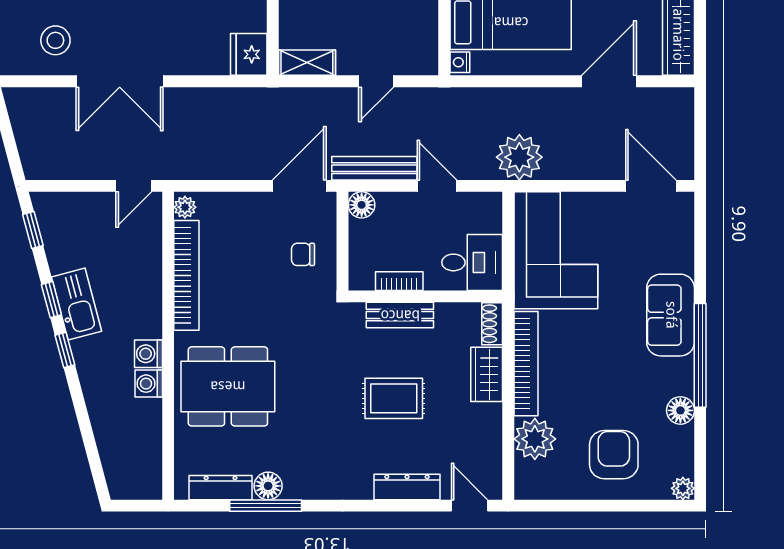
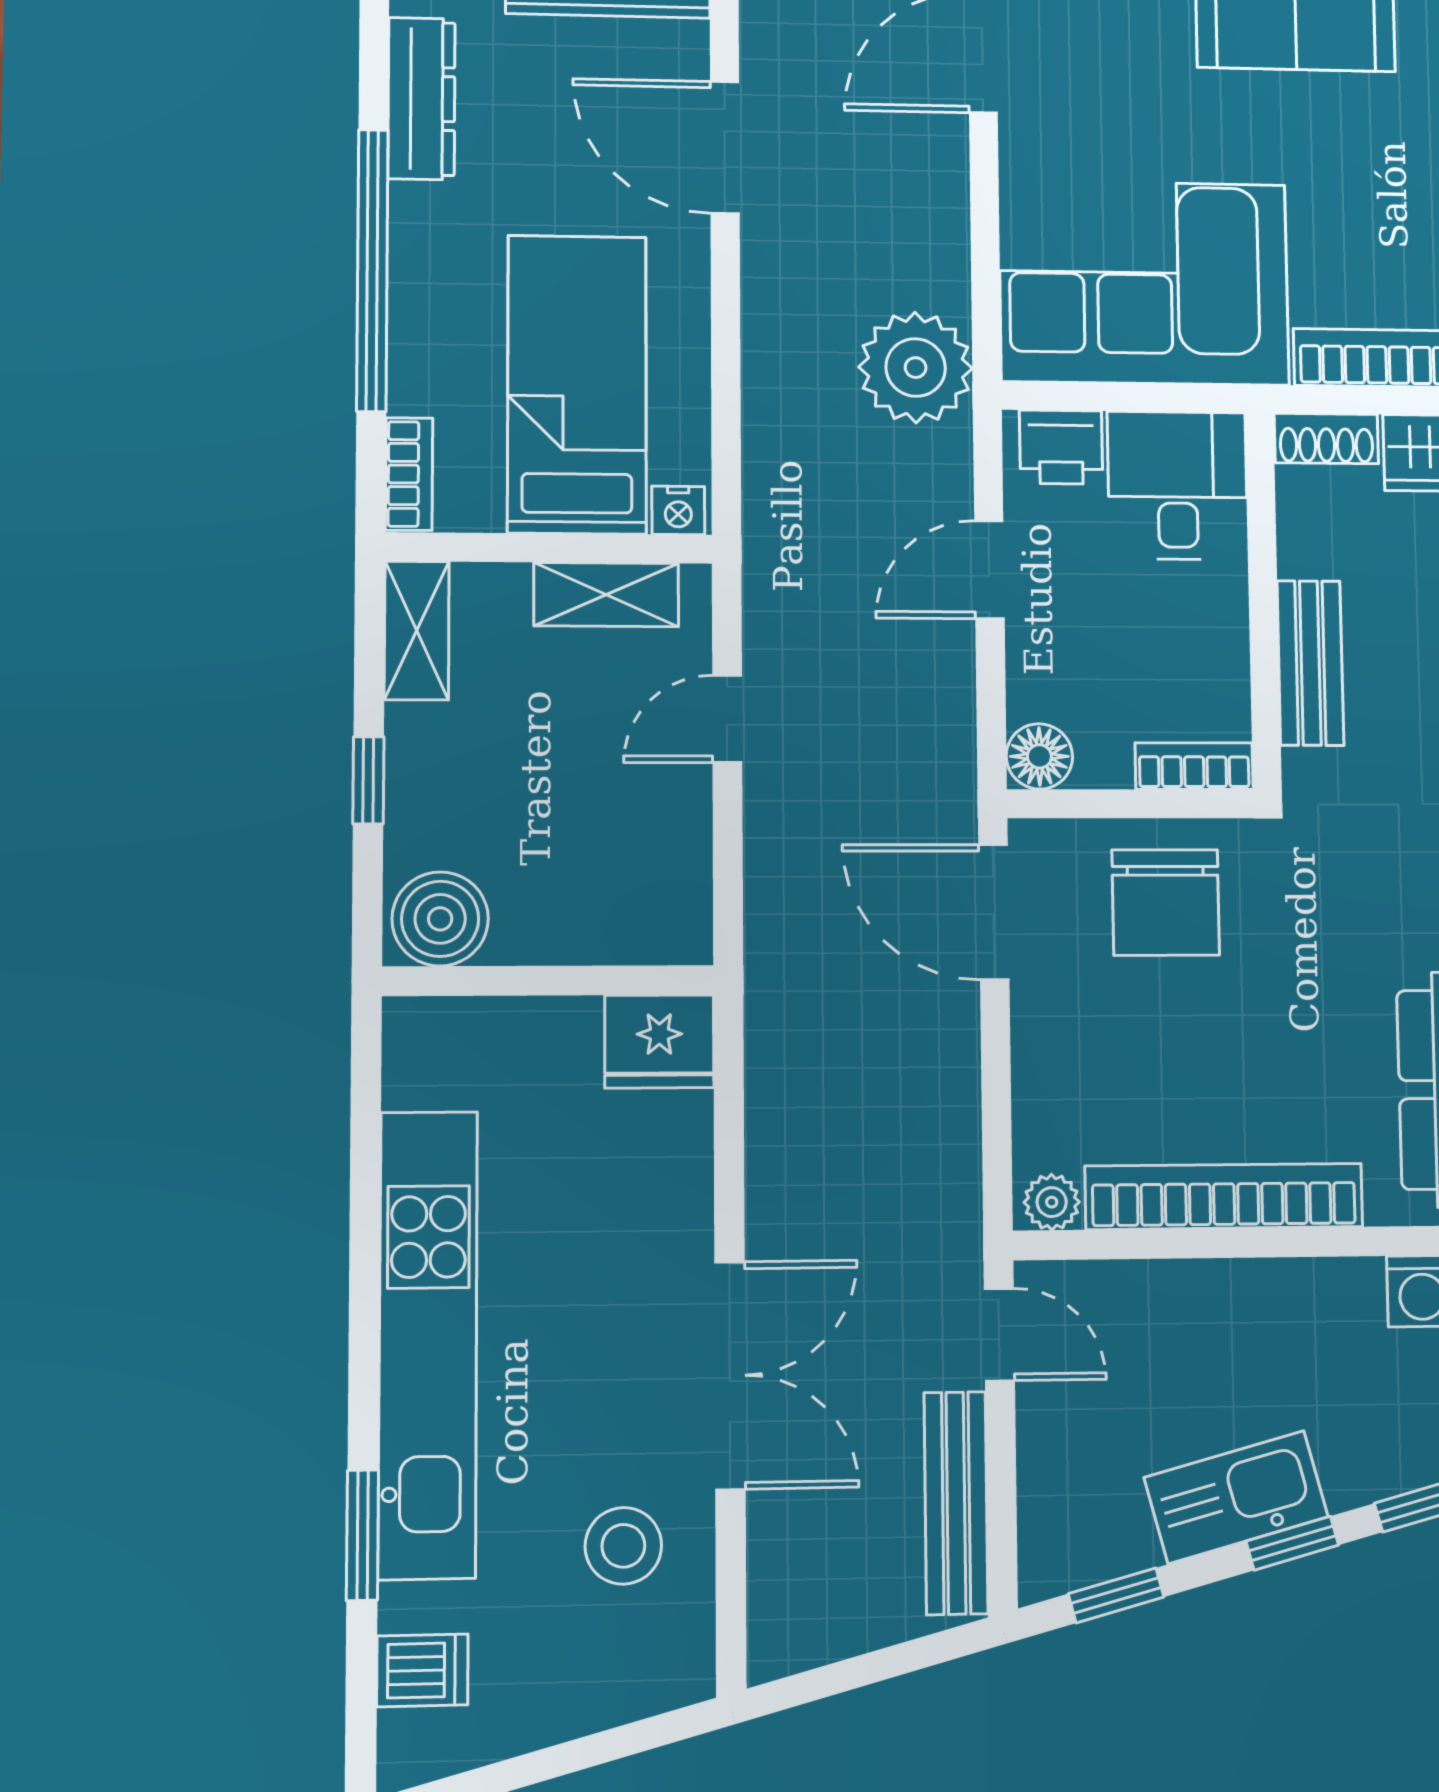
shelving: (307, 63) -> (606, 595), moved, turned 90
door: (376, 81) -> (727, 719), swing flipped
bench: (374, 168) -> (956, 1503), moved
printer: (487, 215) -> (1061, 447), added
chair: (303, 254) -> (1166, 902), width x1.87, depth x1.87
bookcase: (399, 281) -> (1194, 766), moved, turned 90
kitchen sink: (77, 304) -> (1236, 1497), moved

